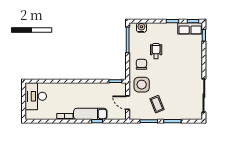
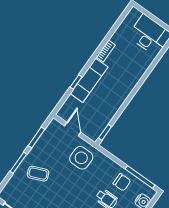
chair: (141, 64) -> (122, 182), moved
door: (128, 103) -> (73, 129), hinge flipped
coffee table: (157, 104) -> (38, 174), moved

